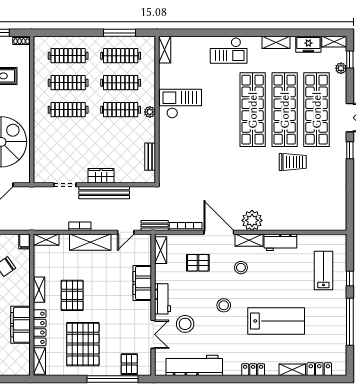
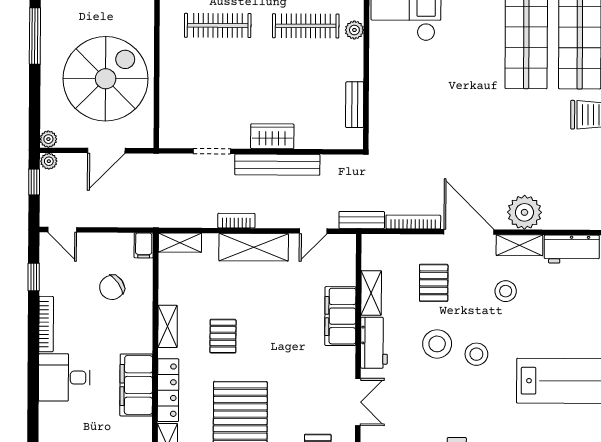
shelving: (161, 250) -> (371, 293), moved
pallet: (198, 263) -> (434, 283), turned 90
pallet: (72, 295) -> (223, 336), width x0.67, depth x0.71
stool: (185, 324) -> (437, 344), moved

